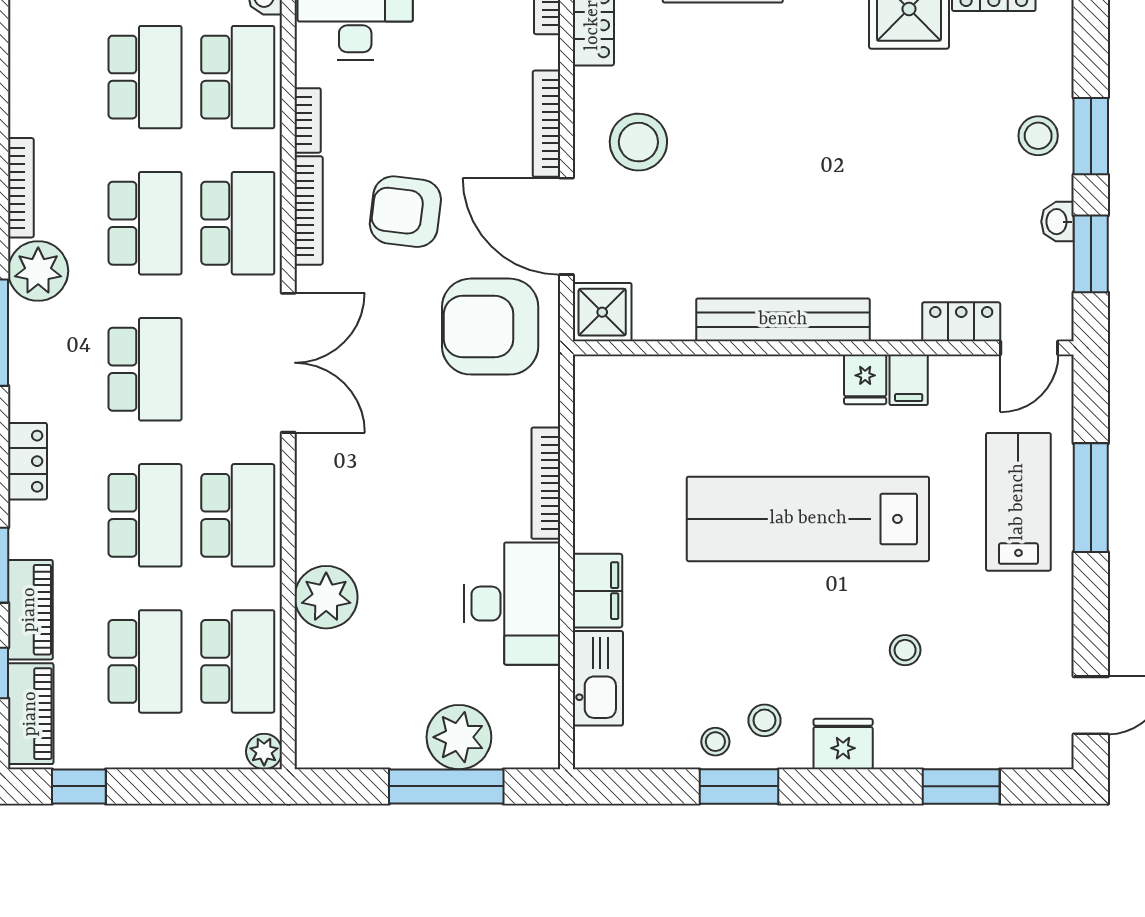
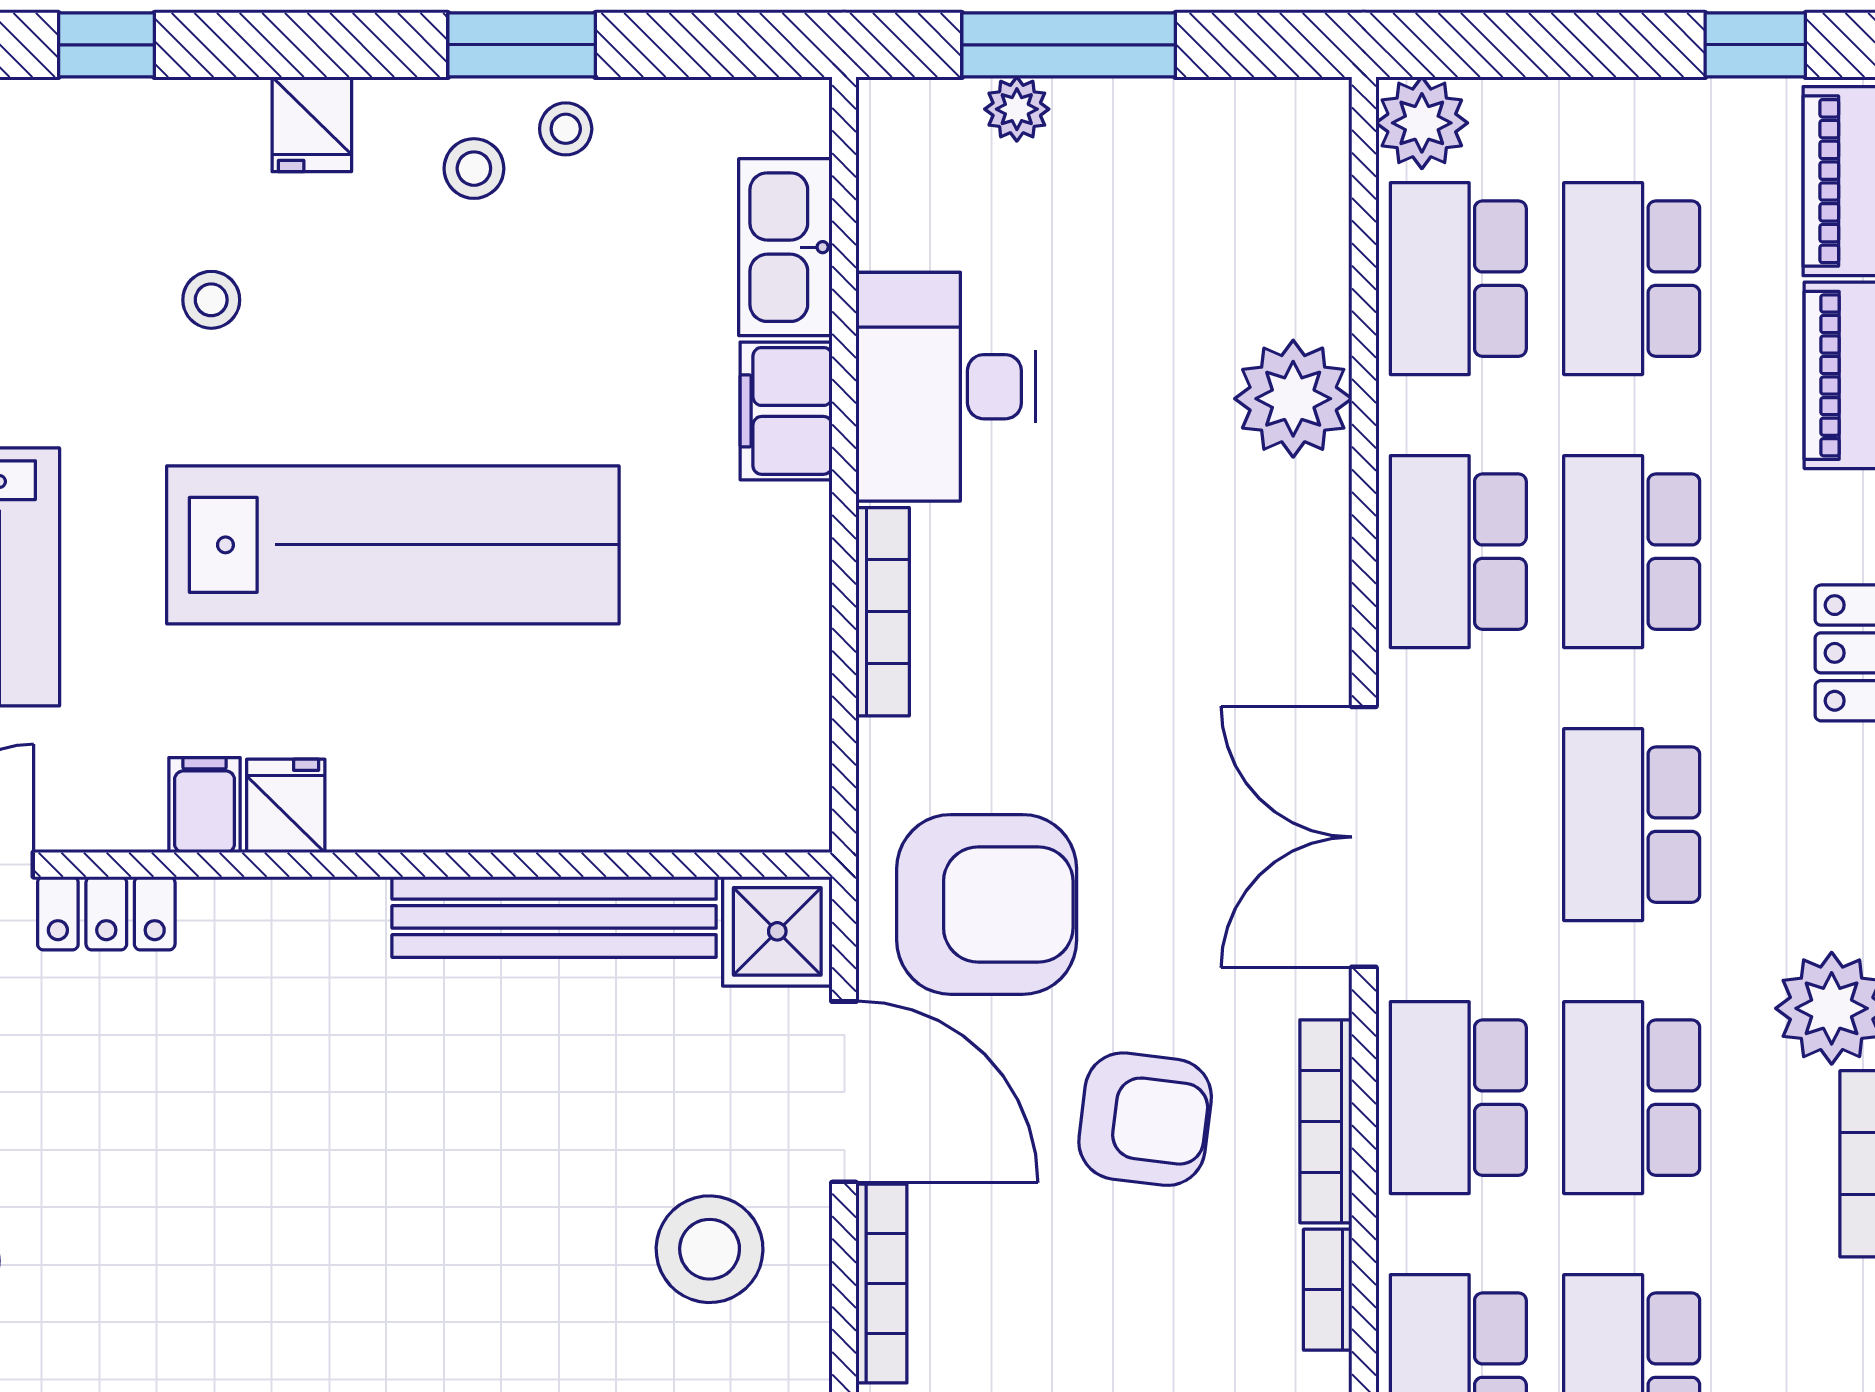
bench: (783, 320) -> (554, 917), moved
plant: (459, 737) -> (1017, 109), width x0.53, depth x0.53
fridge: (843, 744) -> (312, 124), width x0.72
plant: (264, 751) -> (1422, 123), width x1.38, depth x1.38
window: (961, 786) -> (106, 45), width x0.67

